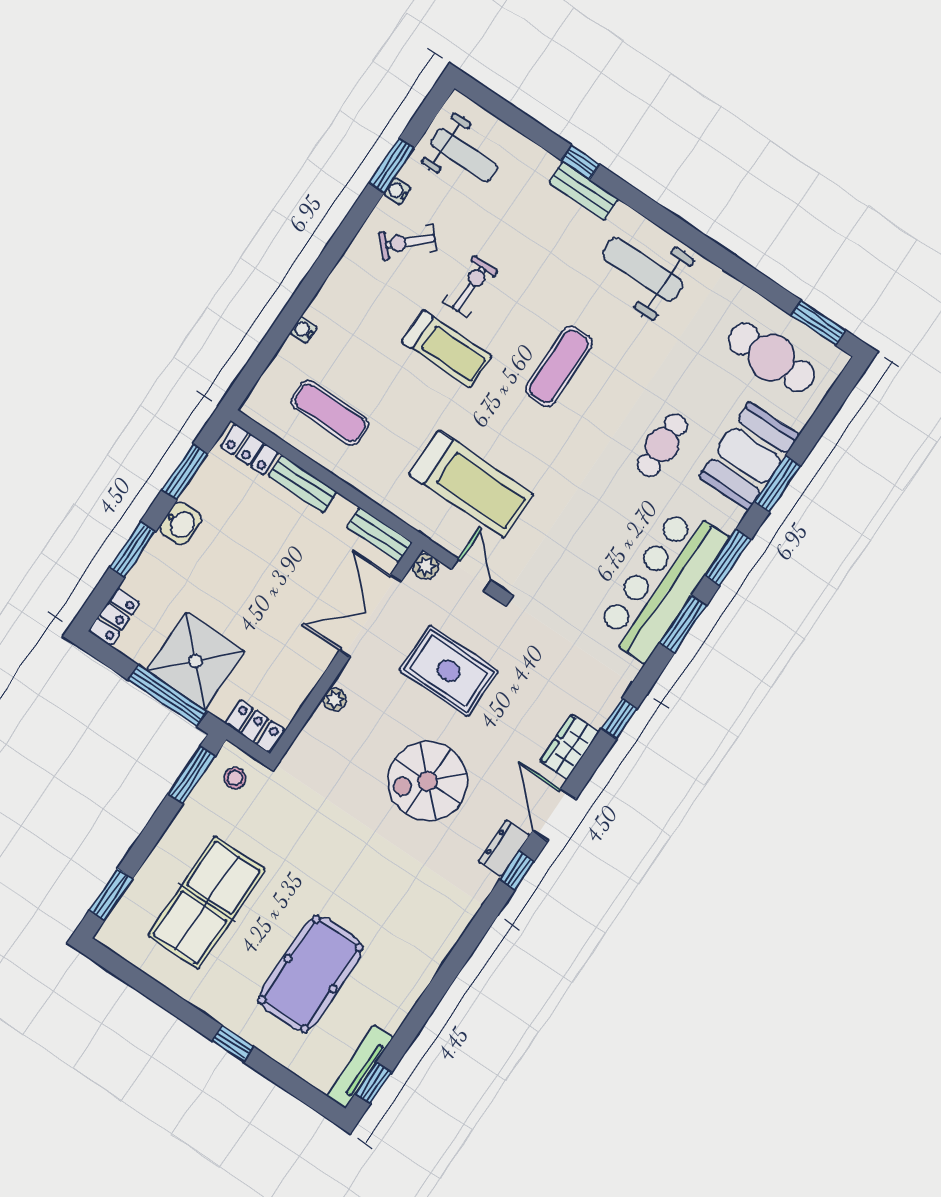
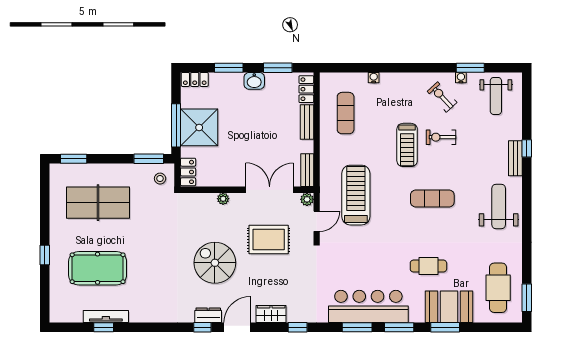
exercise bike: (471, 286) -> (441, 137), turned 180
treadmill: (471, 484) -> (356, 195), turned 180
rug: (449, 671) -> (269, 240), turned 90
tv unit: (360, 1067) -> (106, 317), moved
window: (374, 1083) -> (104, 327), moved

